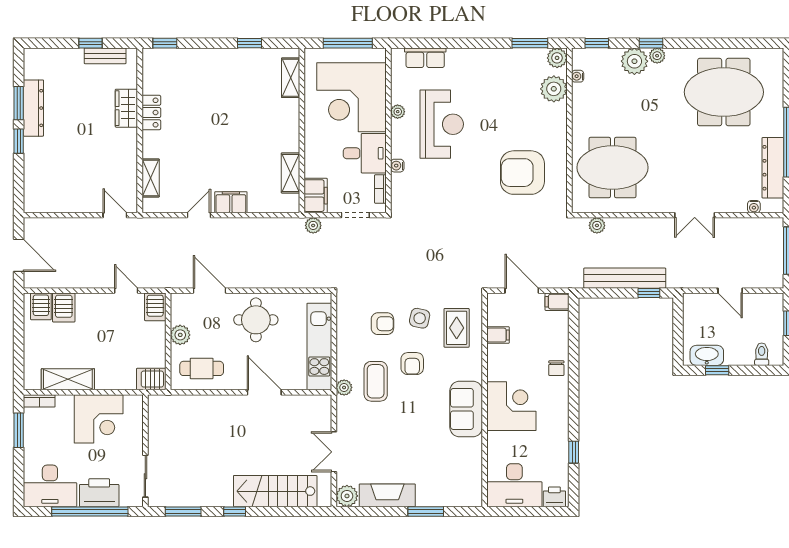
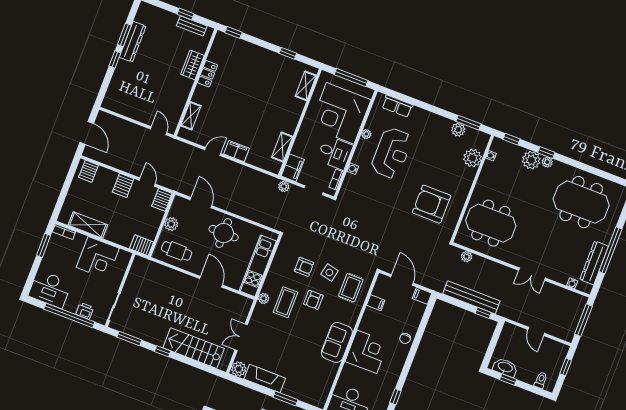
plant: (557, 58) -> (458, 130), moved
server rack: (64, 307) -> (123, 185), moved
printer: (99, 493) -> (85, 311), width x0.53, depth x0.68

